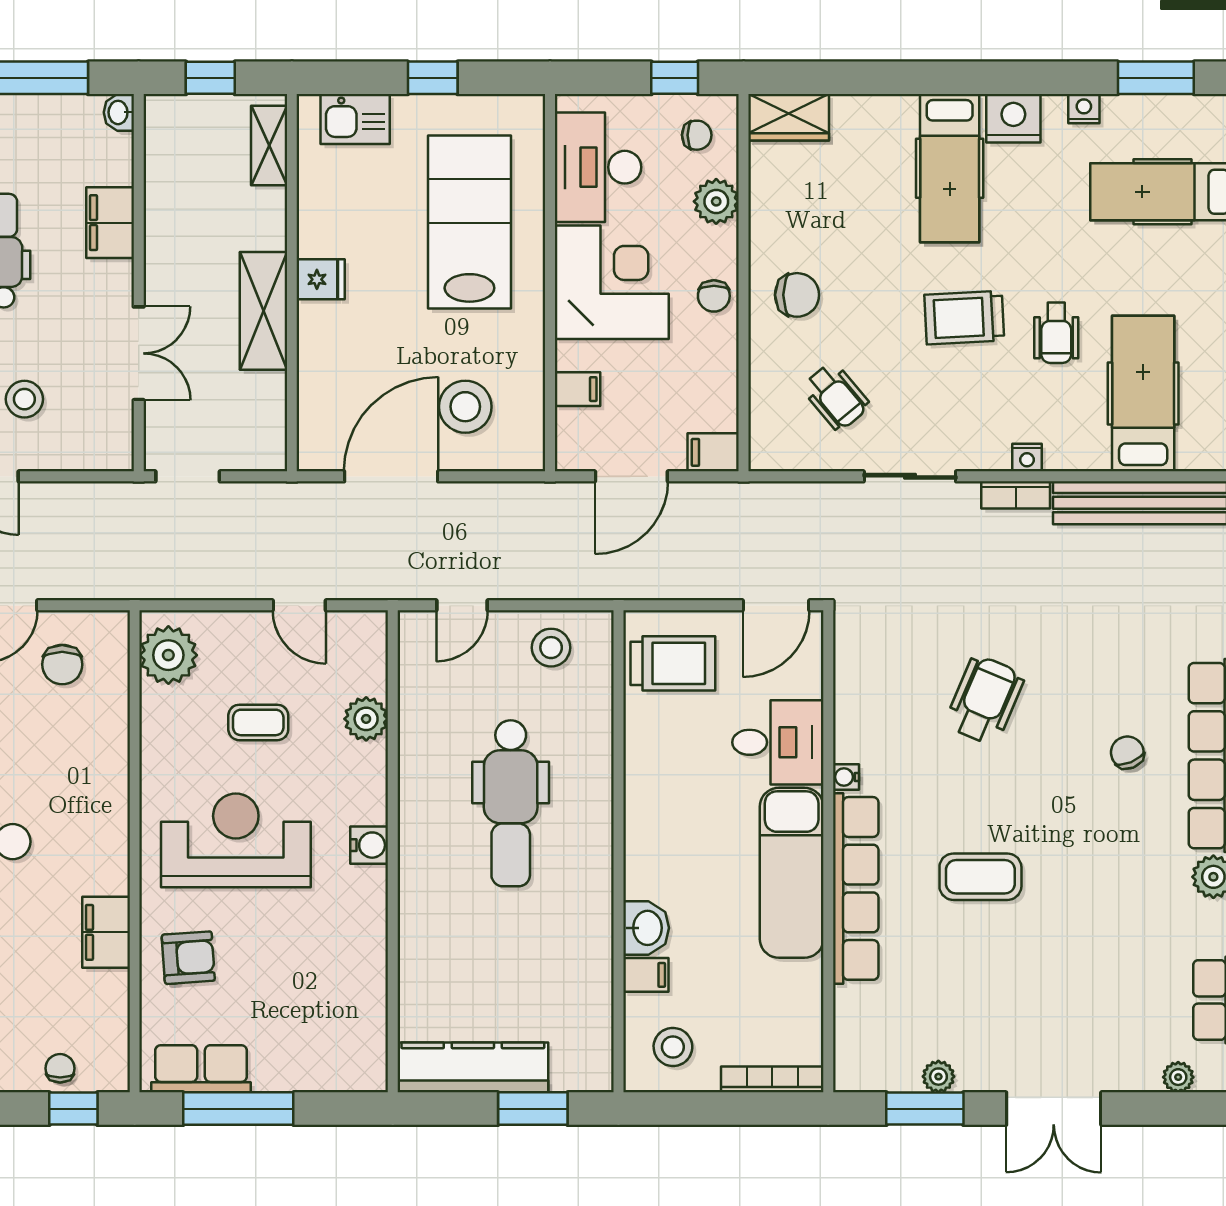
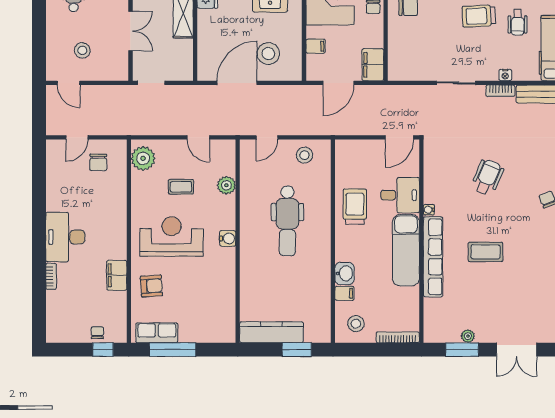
wheelchair: (836, 397) -> (425, 49), removed
filing cabinet: (713, 452) -> (373, 65), width x2.00
trolley: (673, 663) -> (355, 207), moved, turned -90

